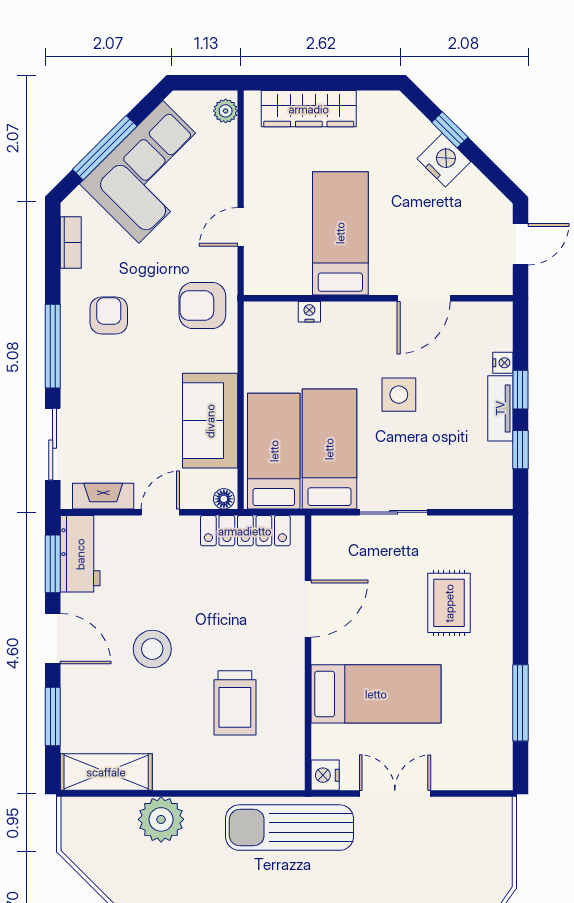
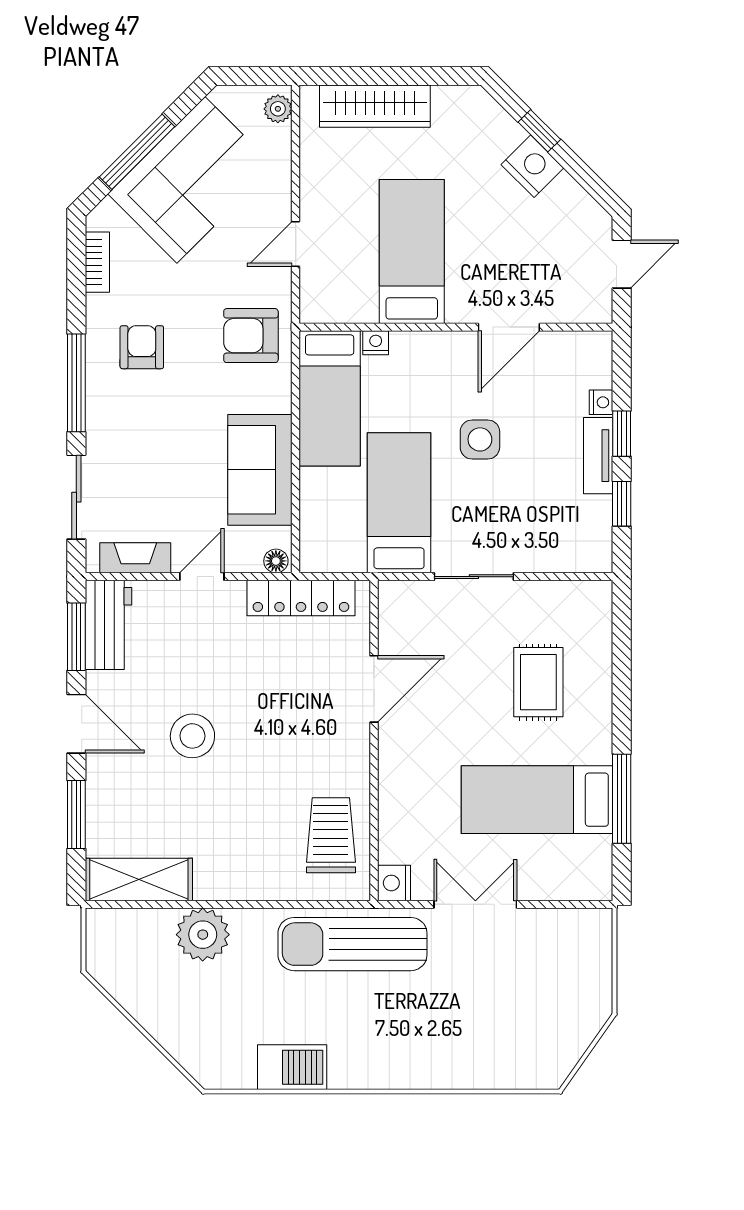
bed: (274, 451) -> (330, 398), moved, turned 180
bed: (376, 694) -> (537, 800), moved, turned 180
trolley: (235, 703) -> (331, 835), moved, turned 180

